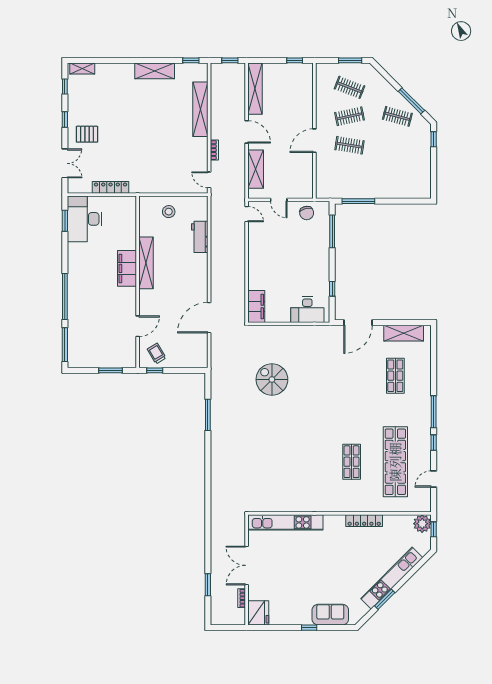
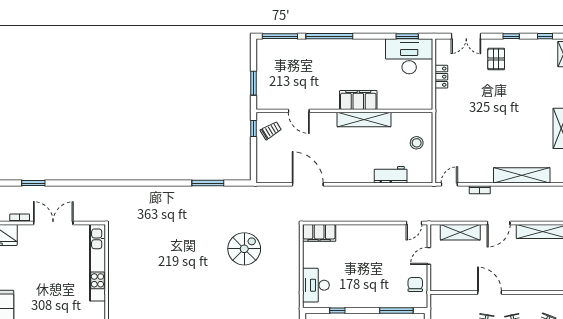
locker: (111, 187) -> (441, 77), width x0.66
chair: (307, 213) -> (415, 284), turned 103

